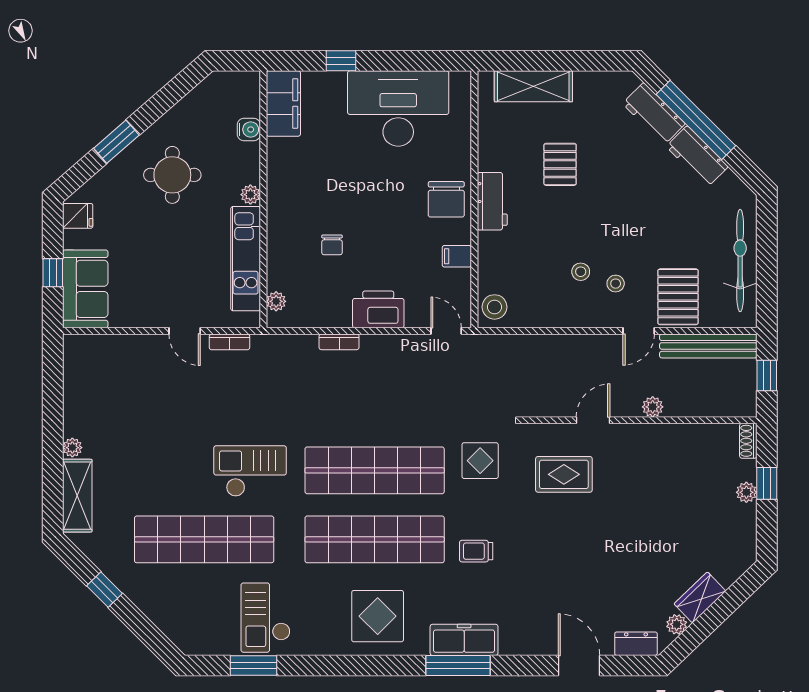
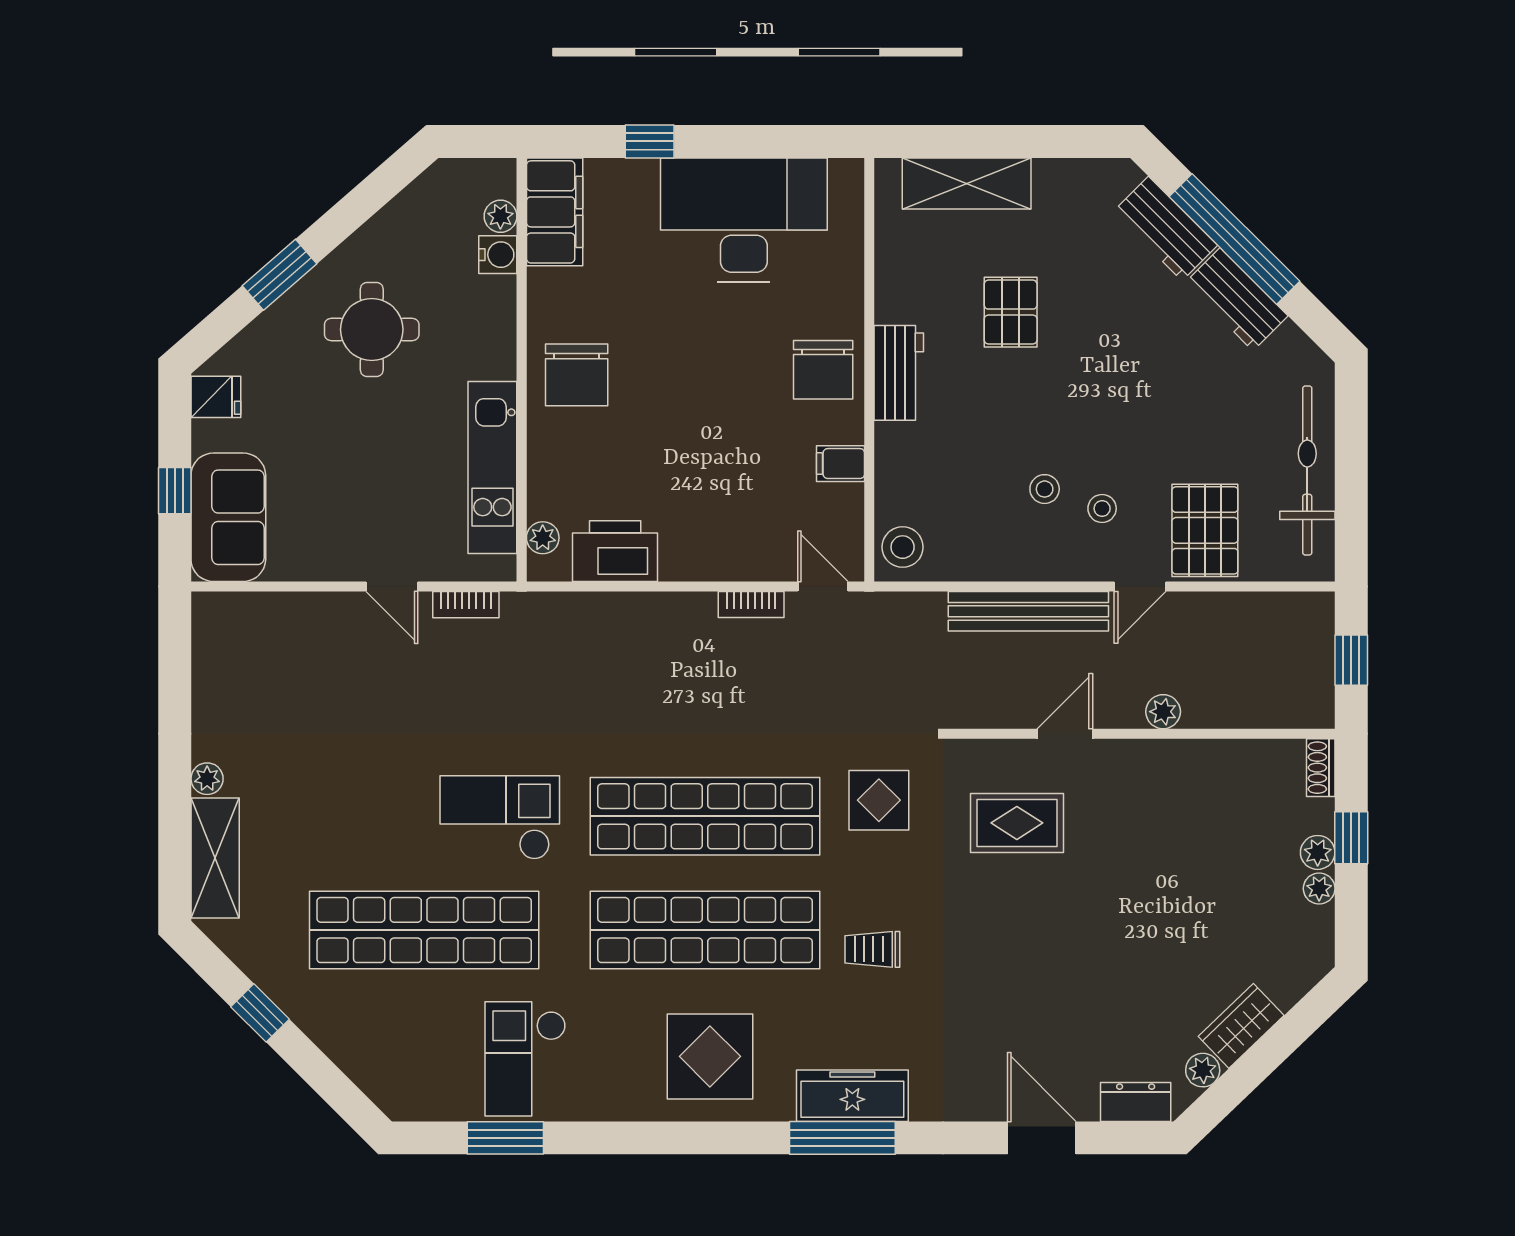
plant: (250, 195) -> (500, 216), moved
chair: (332, 245) -> (577, 375), moved, width x1.87, depth x1.87
printer: (378, 309) -> (615, 551), moved
bookcase: (339, 342) -> (751, 605), moved
bench: (708, 346) -> (1028, 611), moved
plant: (747, 514) -> (1319, 889), added

